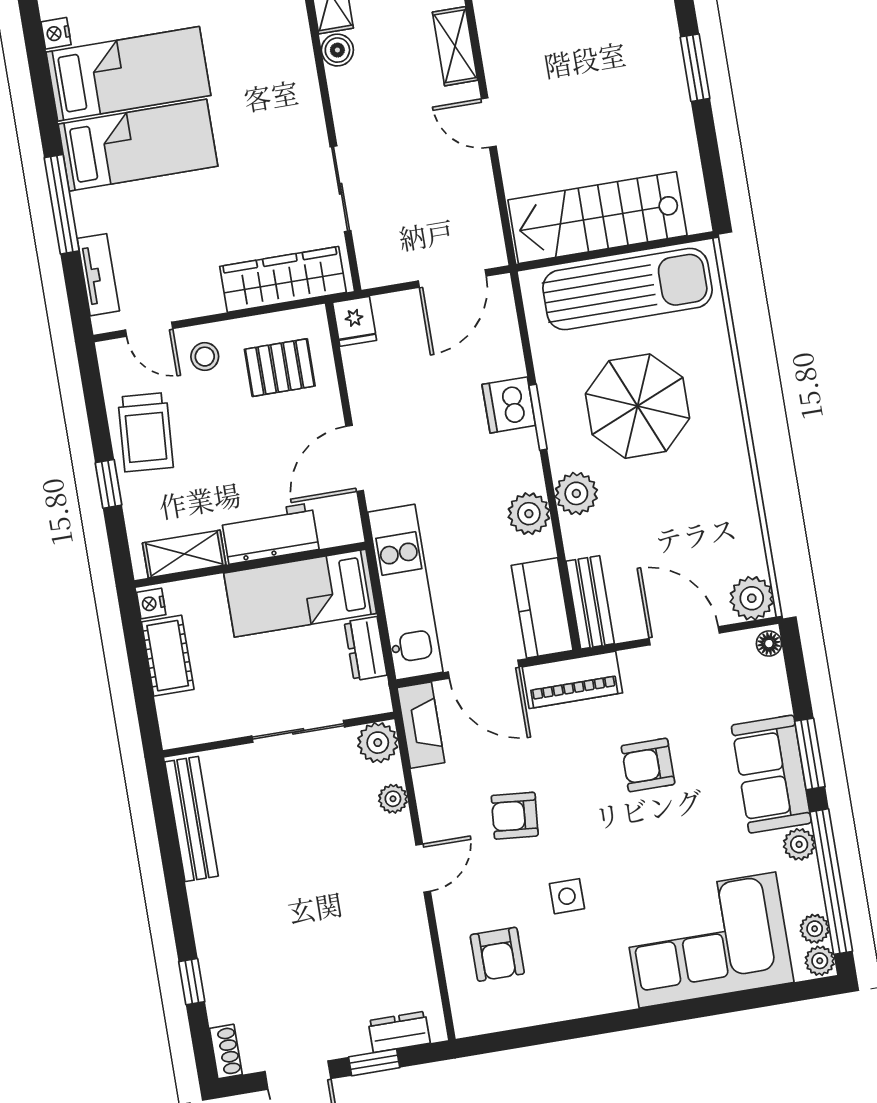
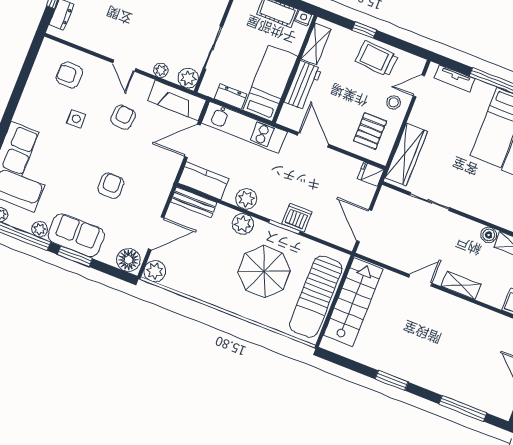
floor lamp: (769, 644) -> (128, 260), width x1.89, depth x1.89
piano: (572, 680) -> (166, 175), removed
fireplace: (421, 725) -> (177, 100), width x1.37, depth x1.32

